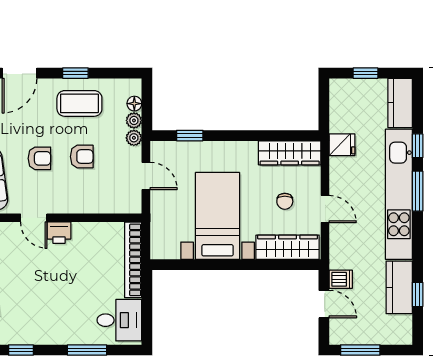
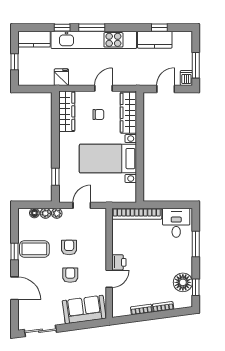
coffee table: (79, 103) -> (34, 249), turned 90
dishwasher: (341, 279) -> (186, 78), moved
floor lamp: (28, 330) -> (183, 282), added

